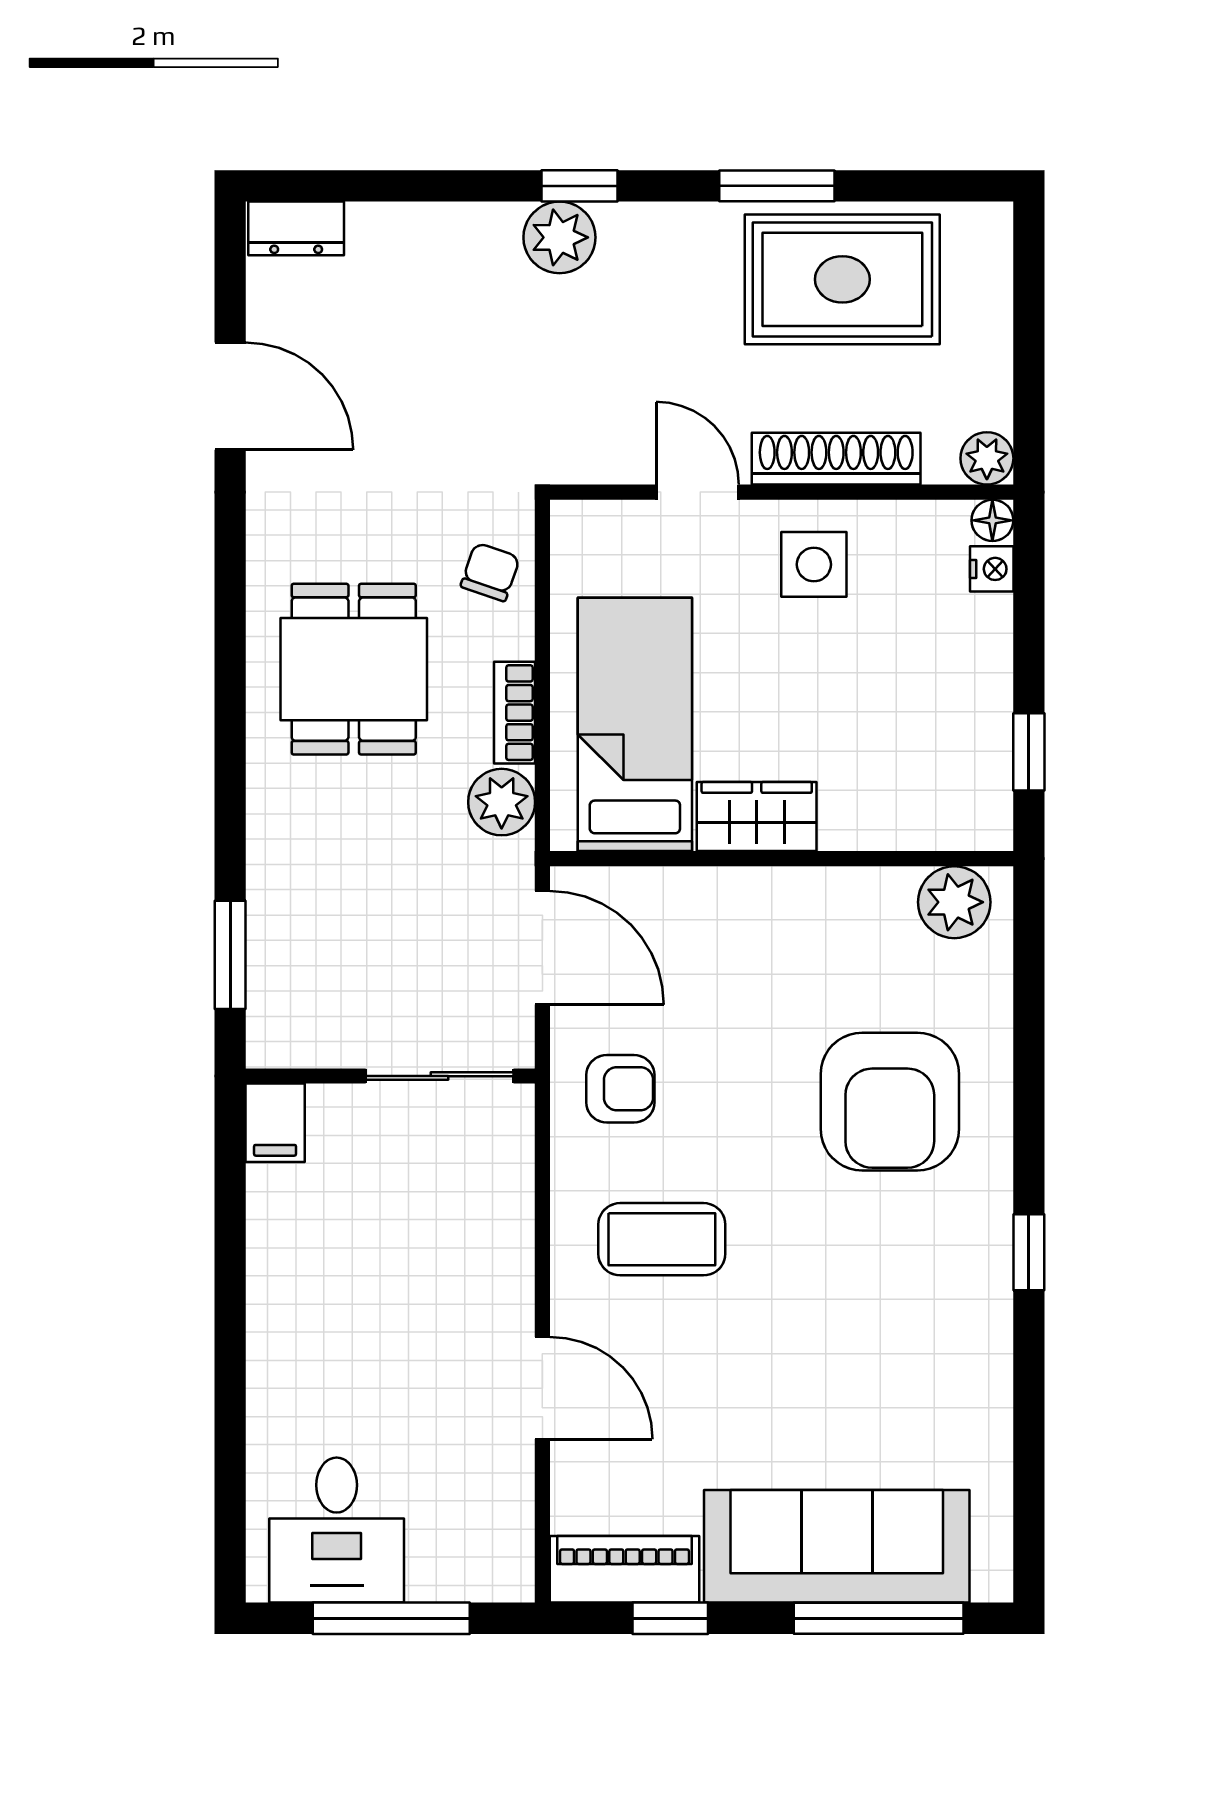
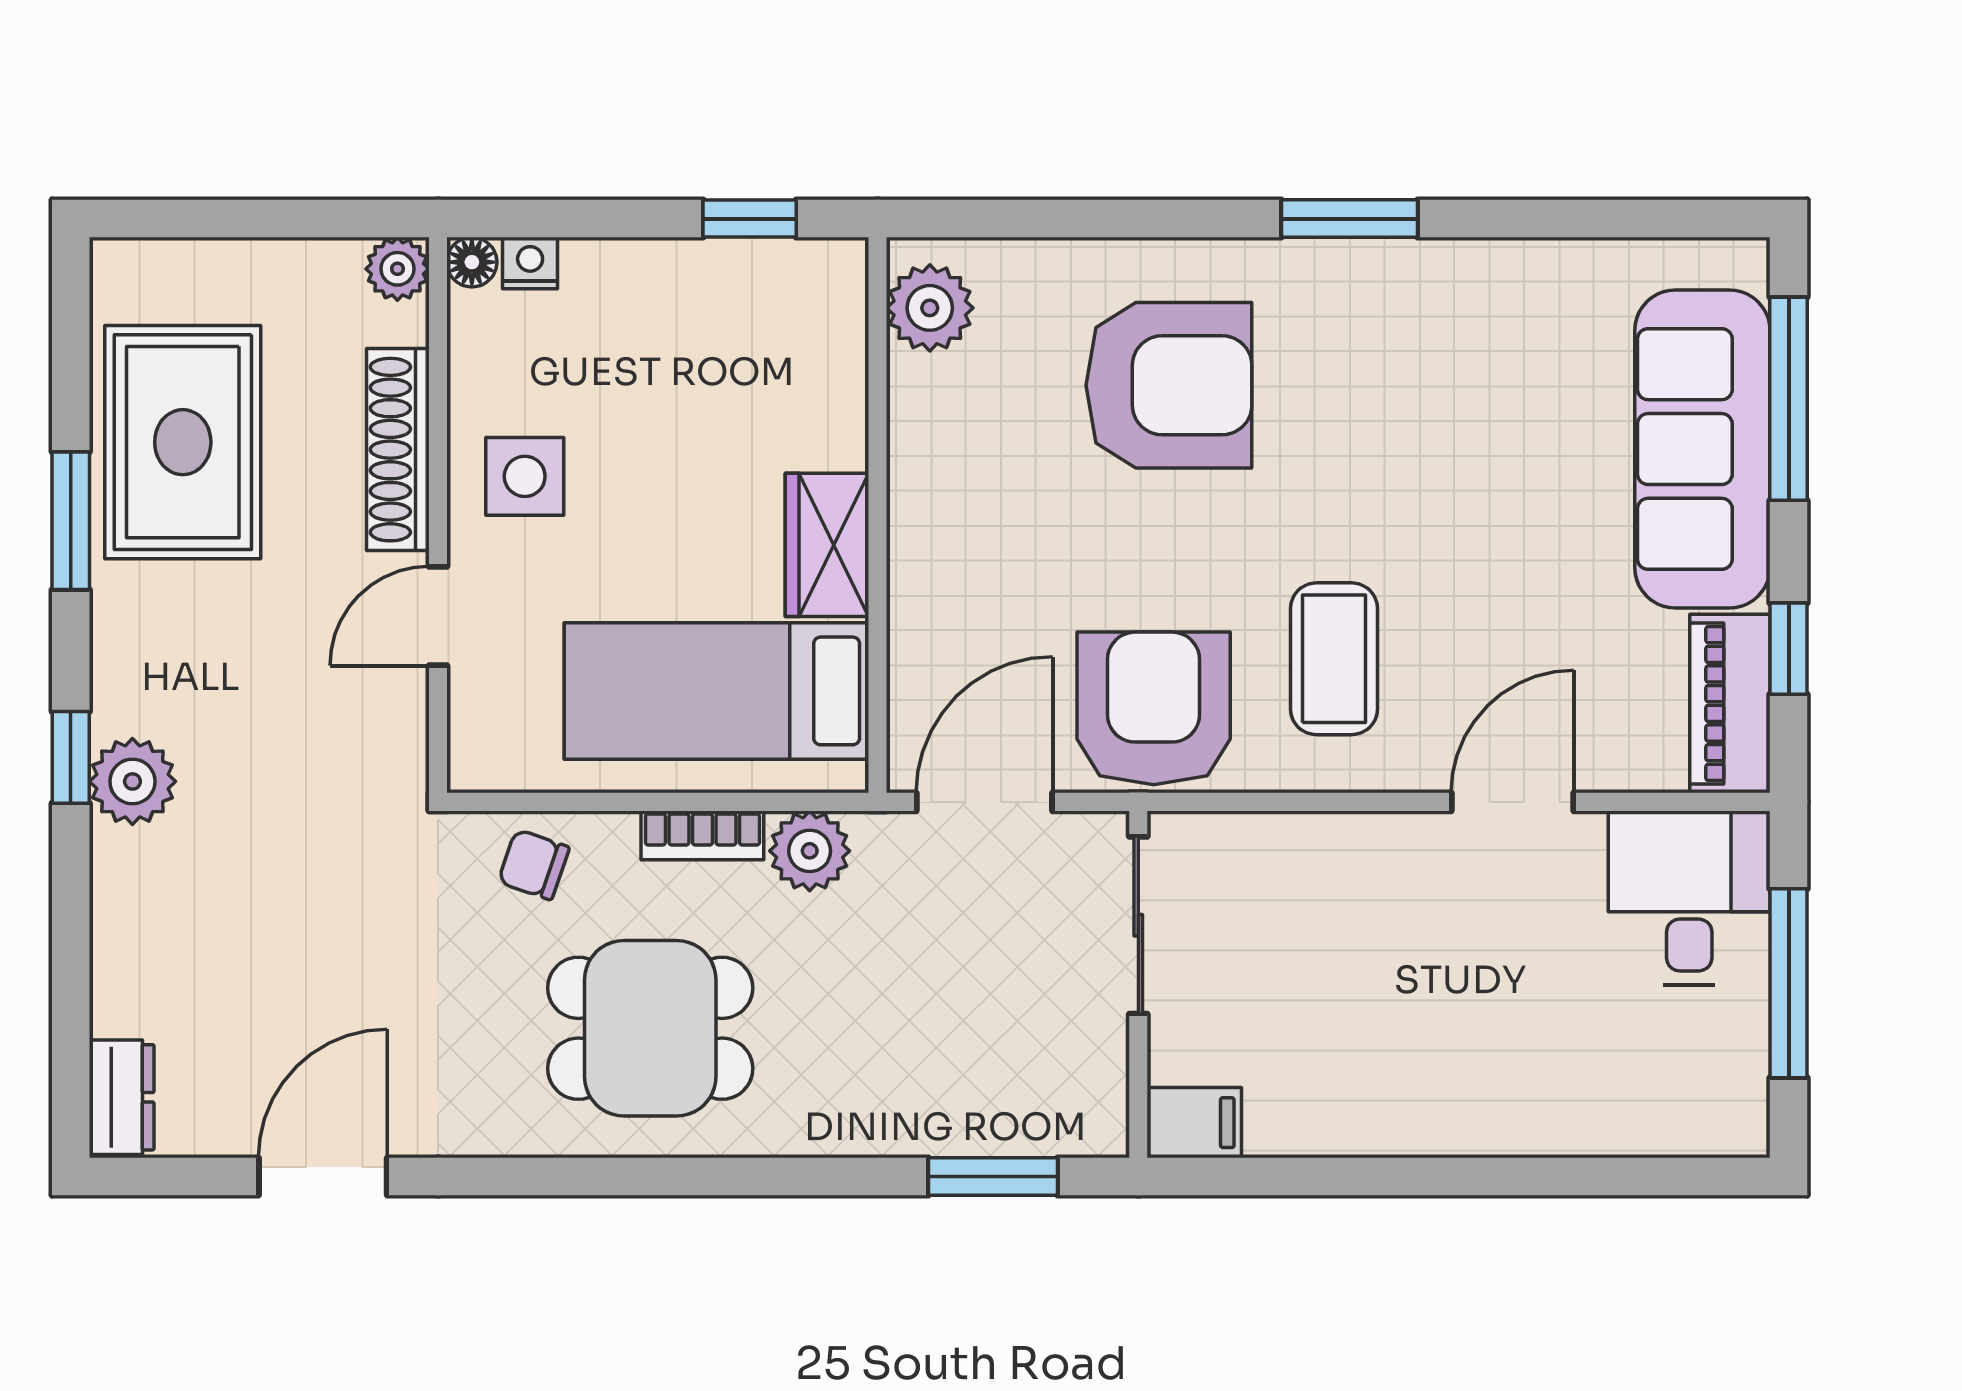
armchair: (620, 1089) -> (1154, 708), width x1.88, depth x1.88
window: (1029, 1252) -> (1350, 219), width x1.50
desk: (337, 1530) -> (1689, 898), moved, turned -90

